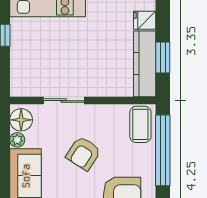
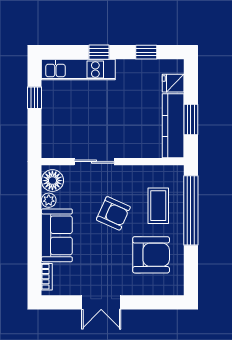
coffee table: (140, 124) -> (158, 206), moved
armchair: (83, 153) -> (113, 213), turned -99

